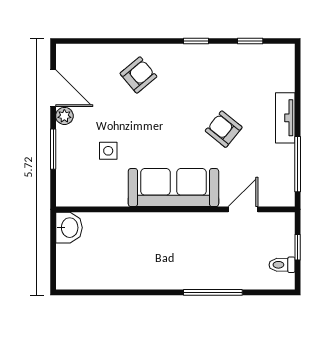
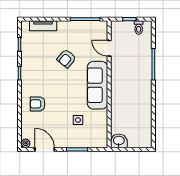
armchair: (138, 75) -> (38, 104), turned -50
door: (53, 88) -> (45, 149), hinge flipped
plant: (64, 116) -> (26, 143), moved
tv unit: (285, 118) -> (43, 26), moved

